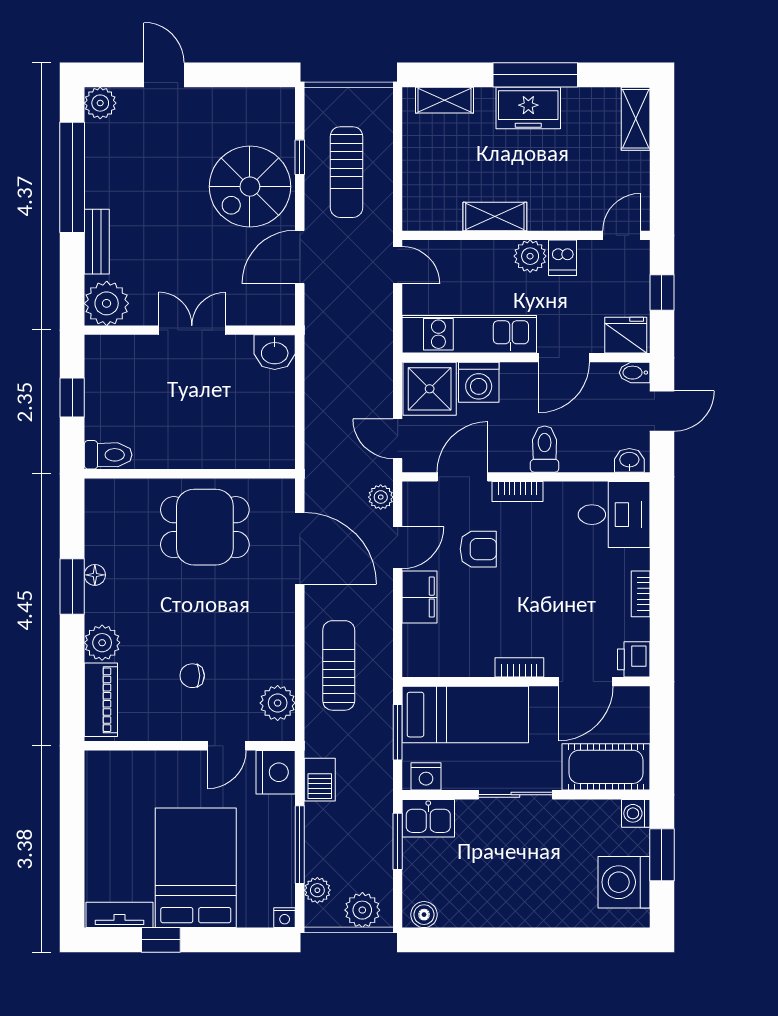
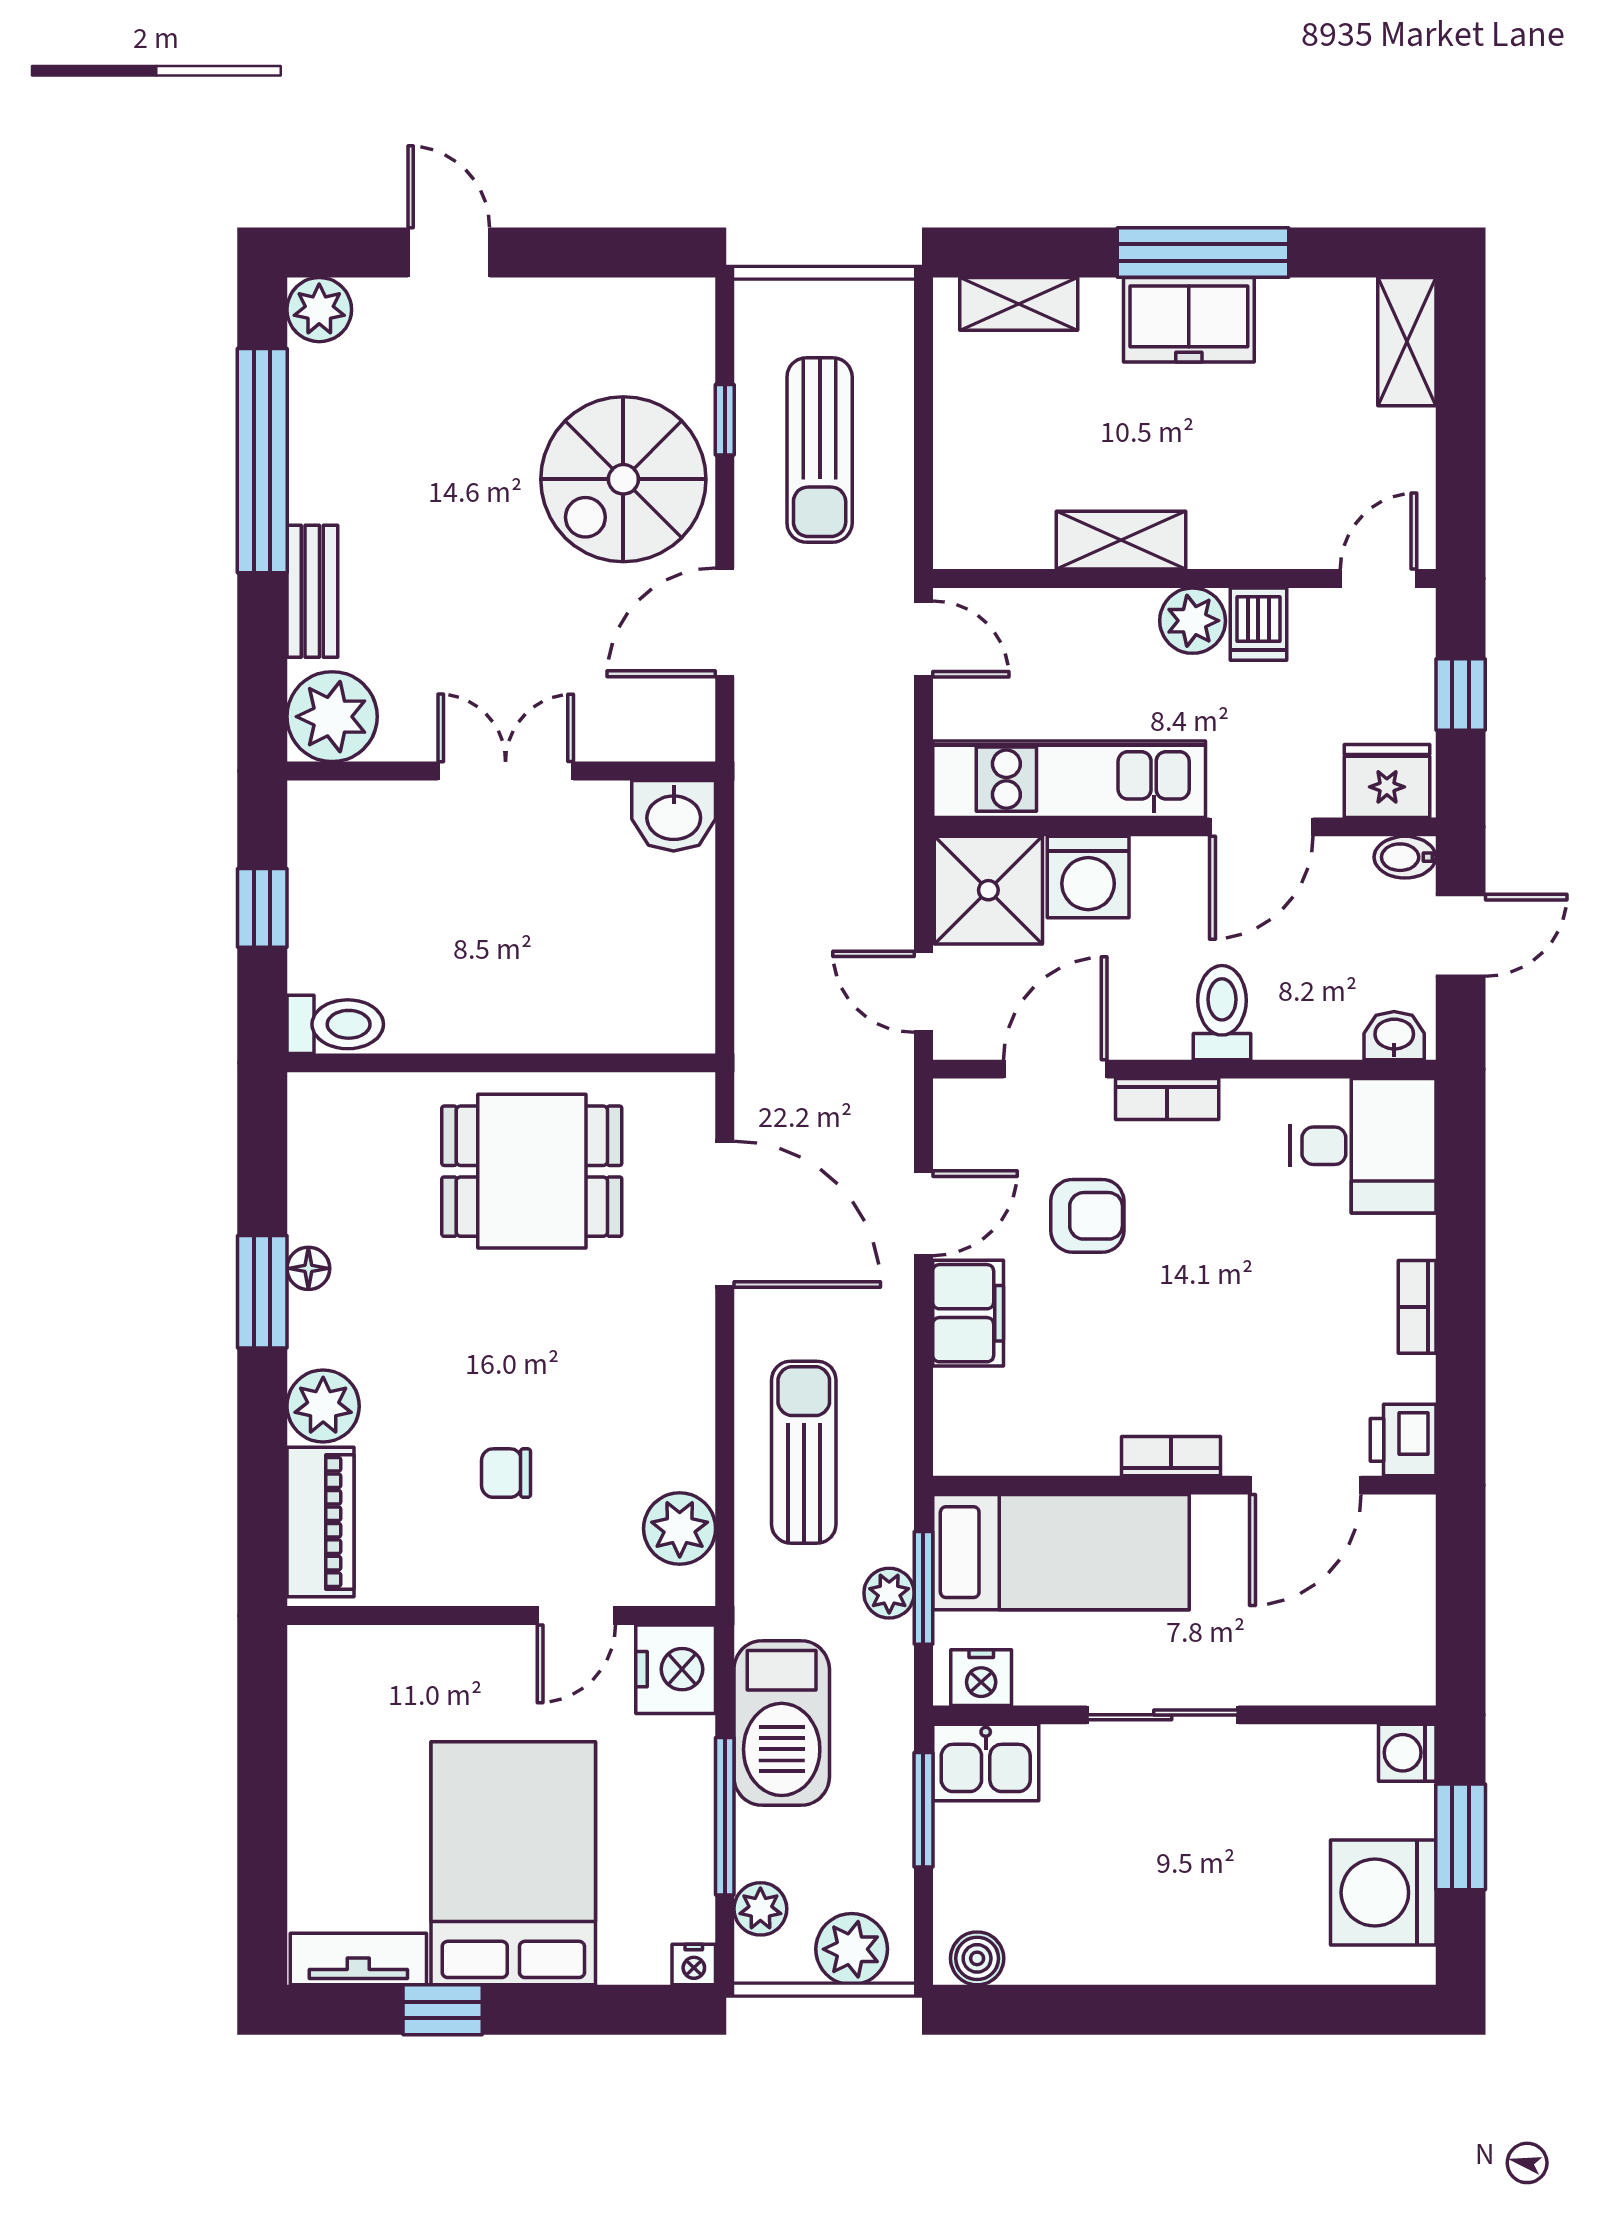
plant: (381, 497) -> (889, 1593), moved
cot: (606, 767) -> (1347, 1658), removed
barbecue: (320, 780) -> (782, 1723), width x1.88, depth x1.53

